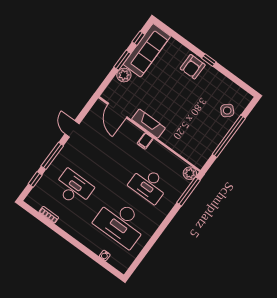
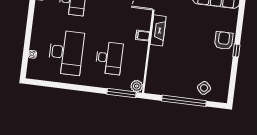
armchair: (193, 67) -> (224, 41), turned 90
desk: (149, 185) -> (109, 58), turned 180
desk: (121, 223) -> (66, 53), turned 180

